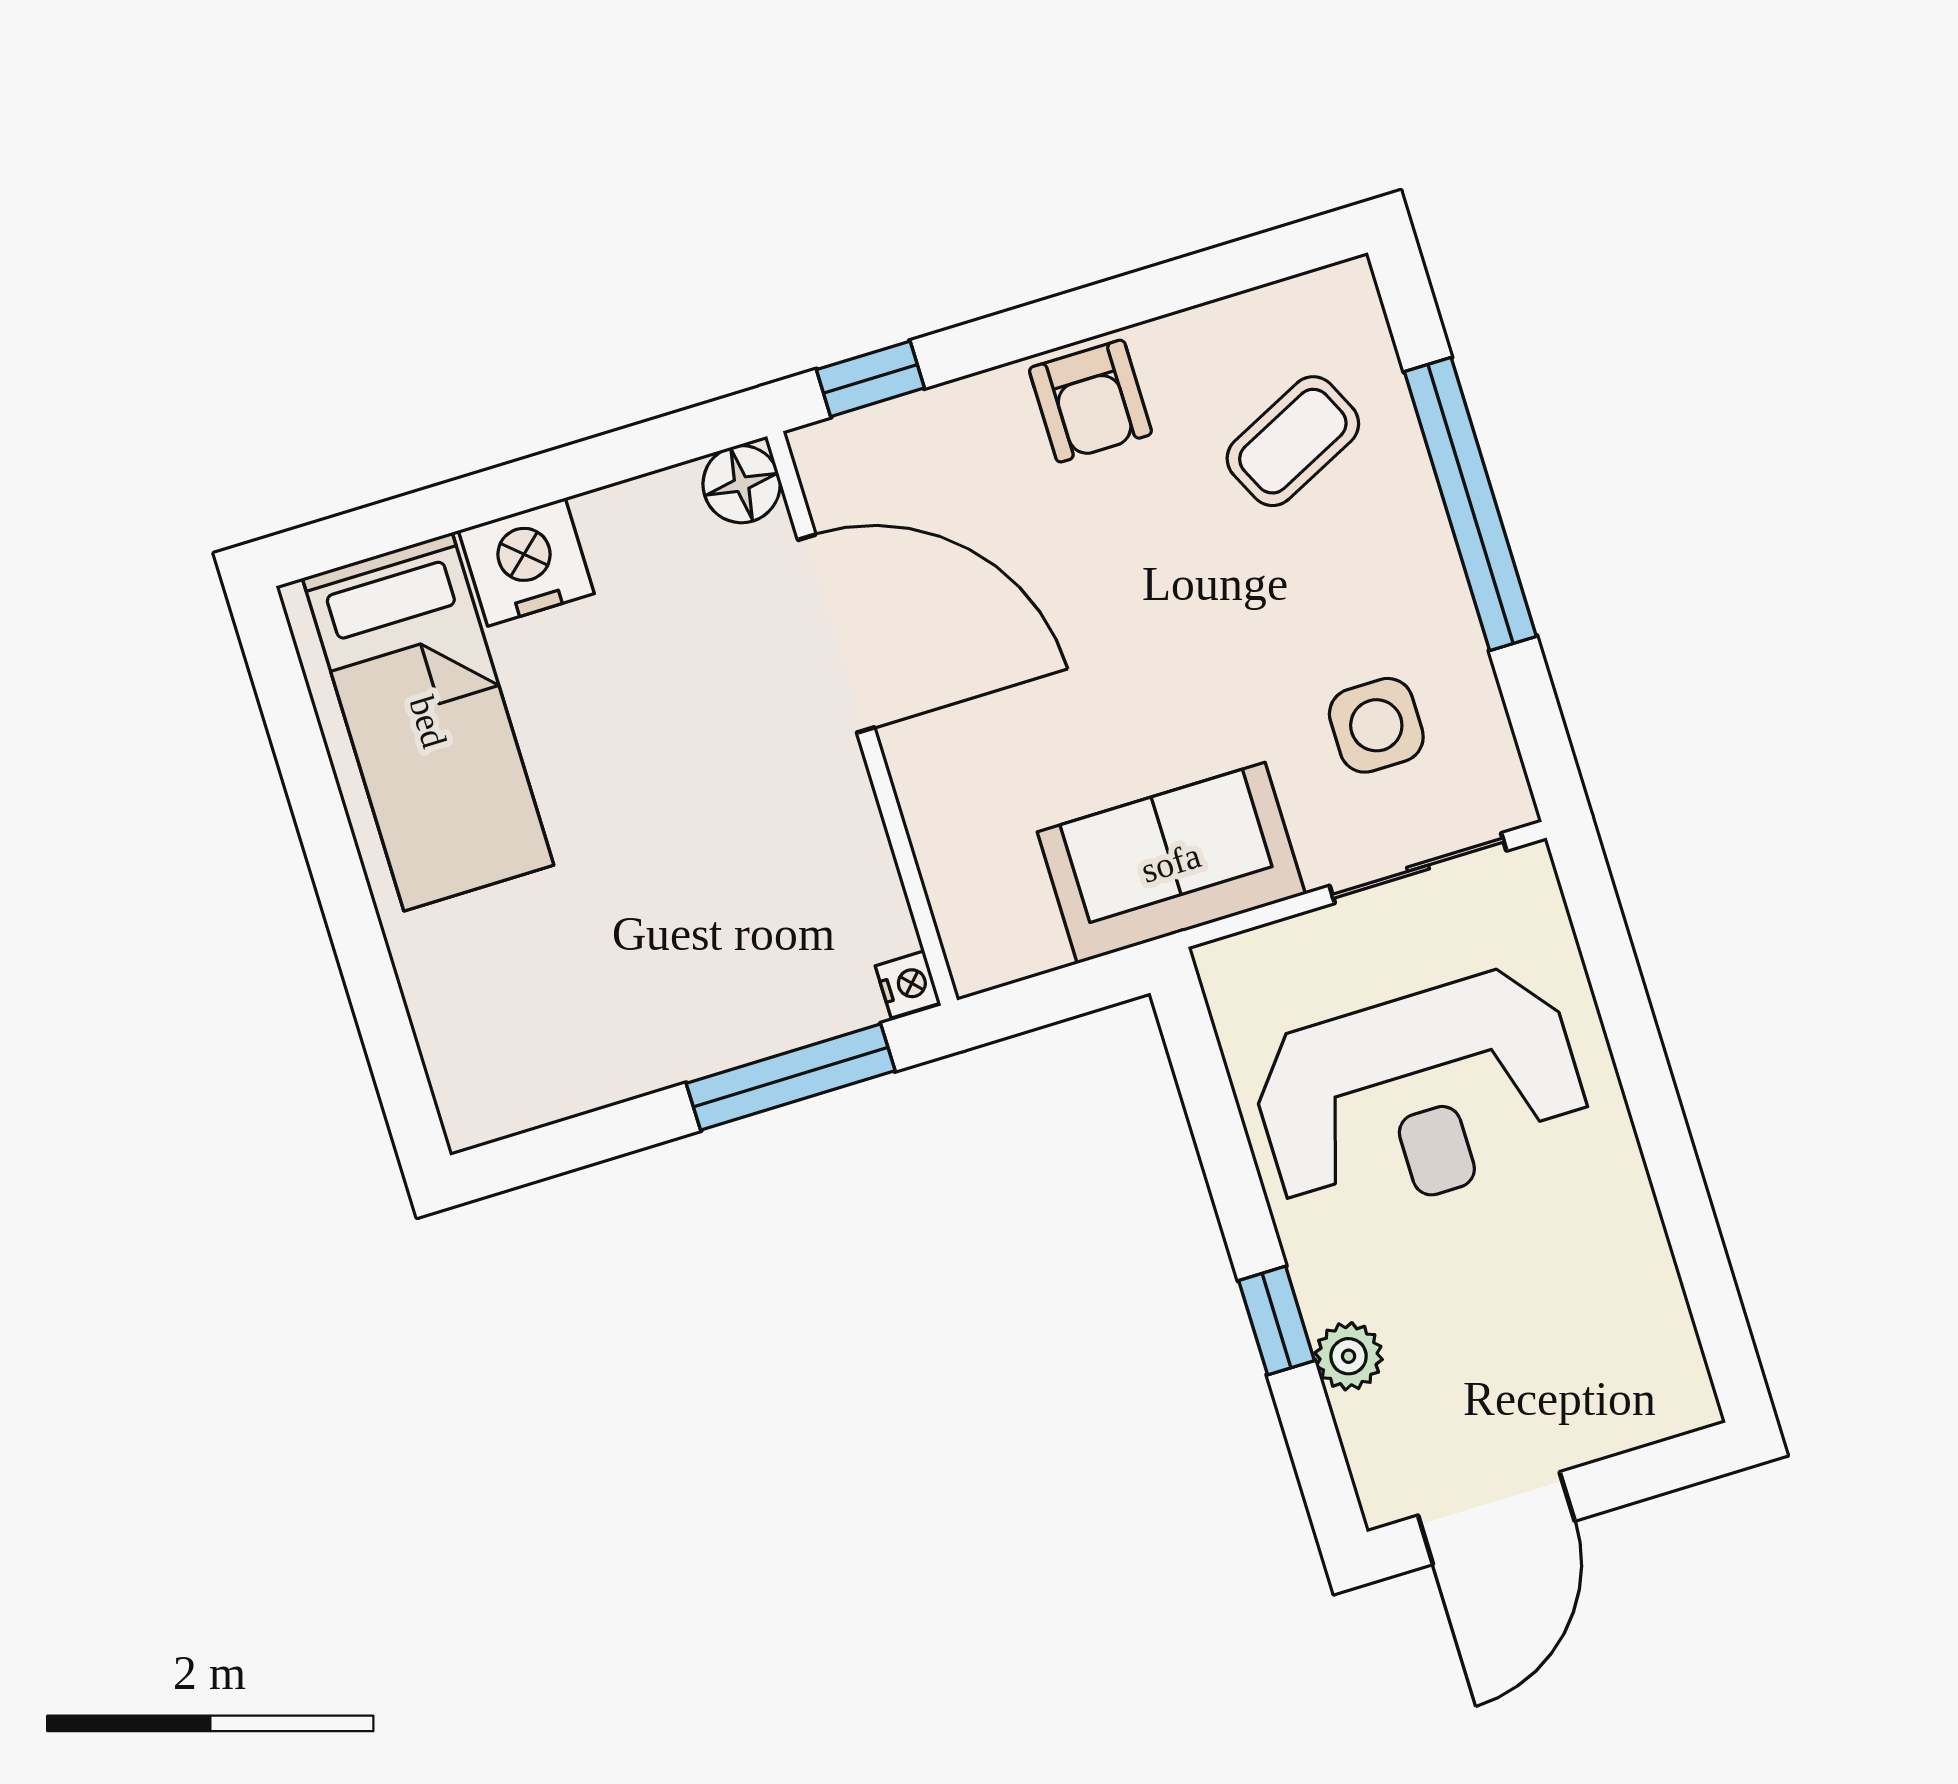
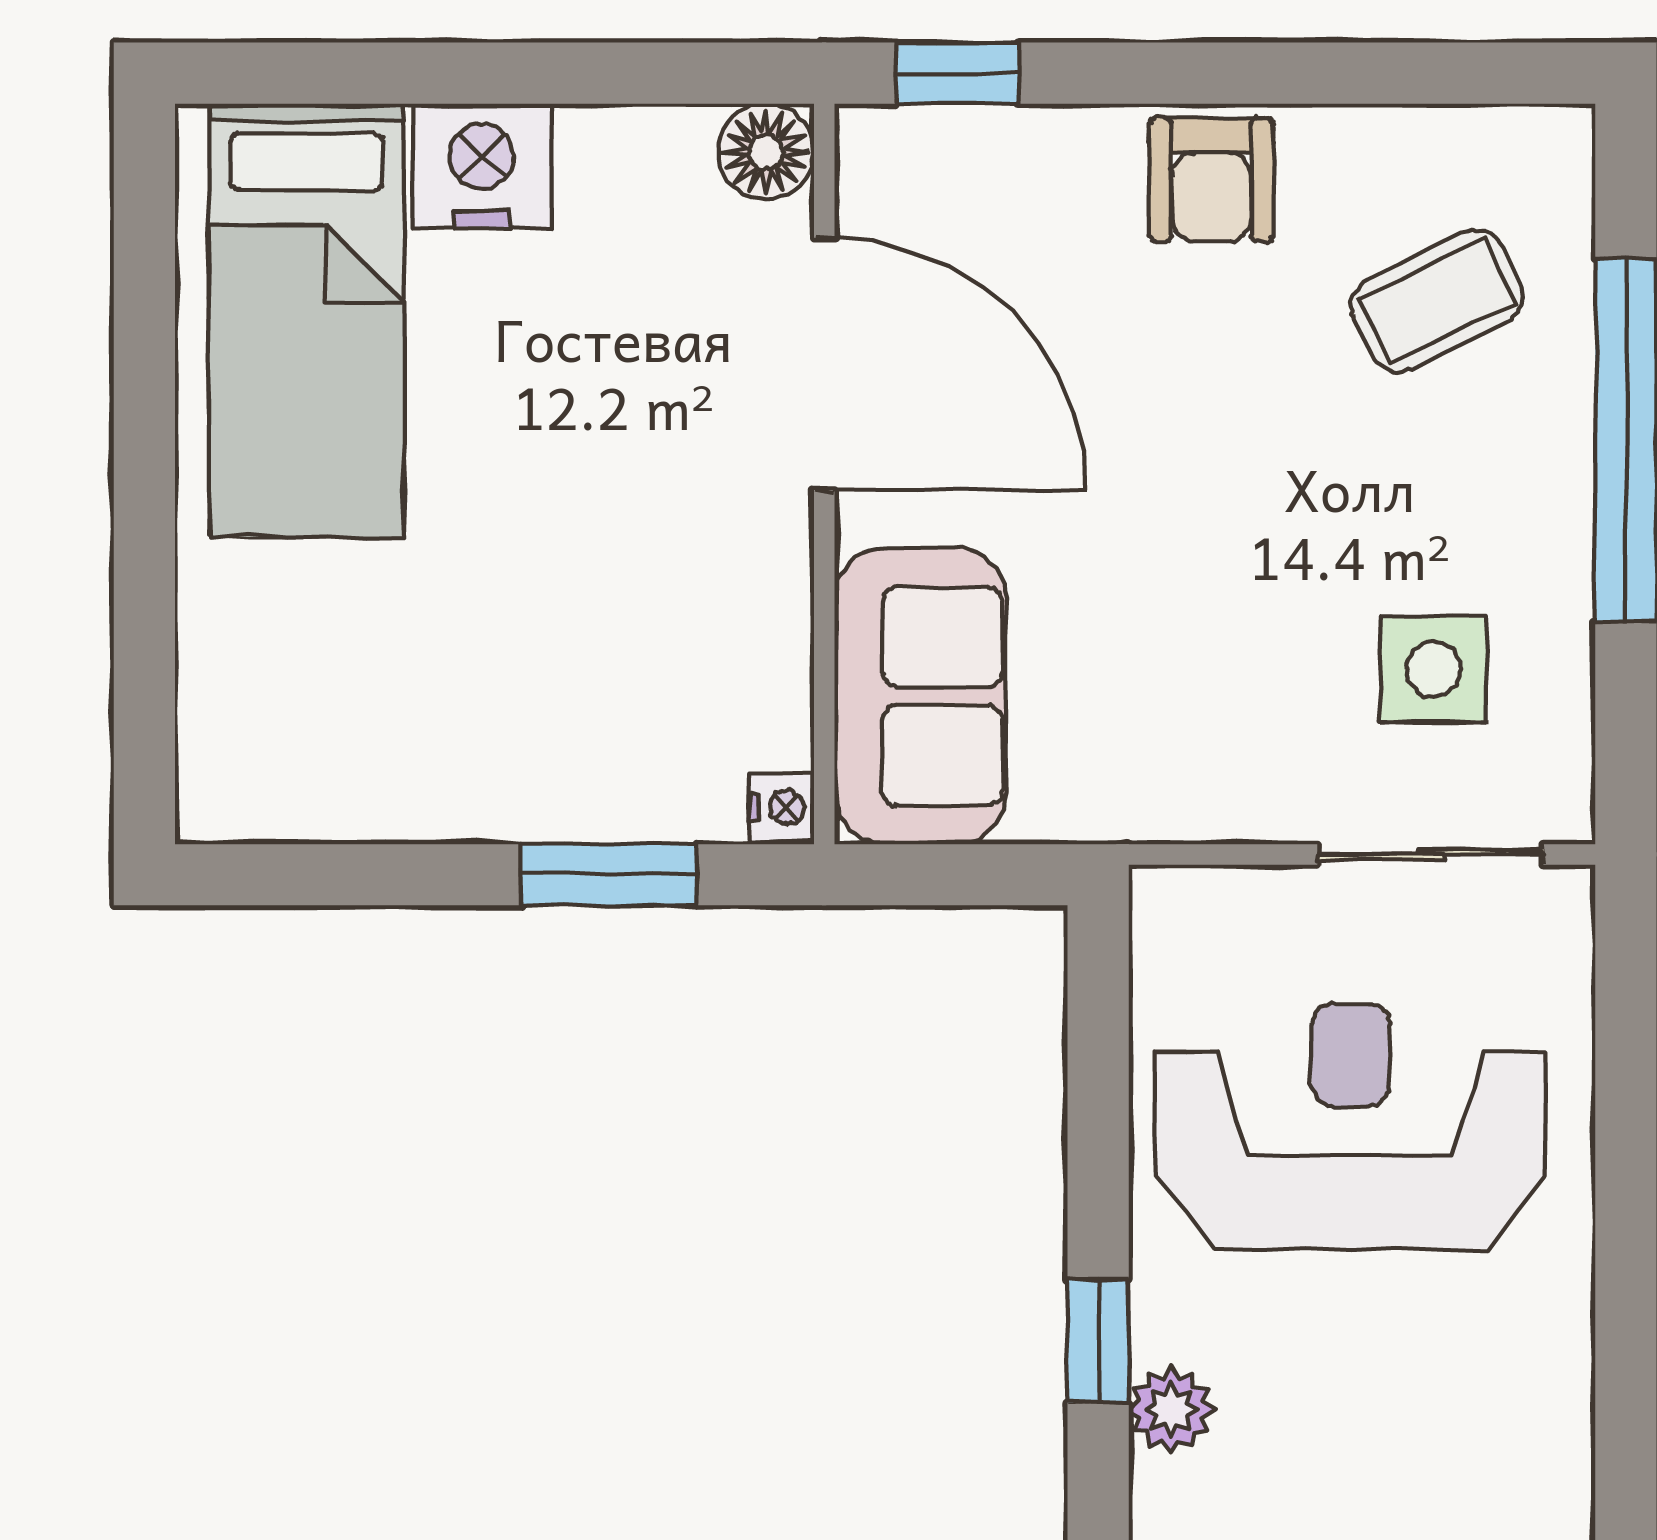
sofa: (1171, 863) -> (920, 696), moved, turned 90
window: (791, 1077) -> (609, 875), width x0.69
reception desk: (1420, 1096) -> (1351, 1126), turned 180

